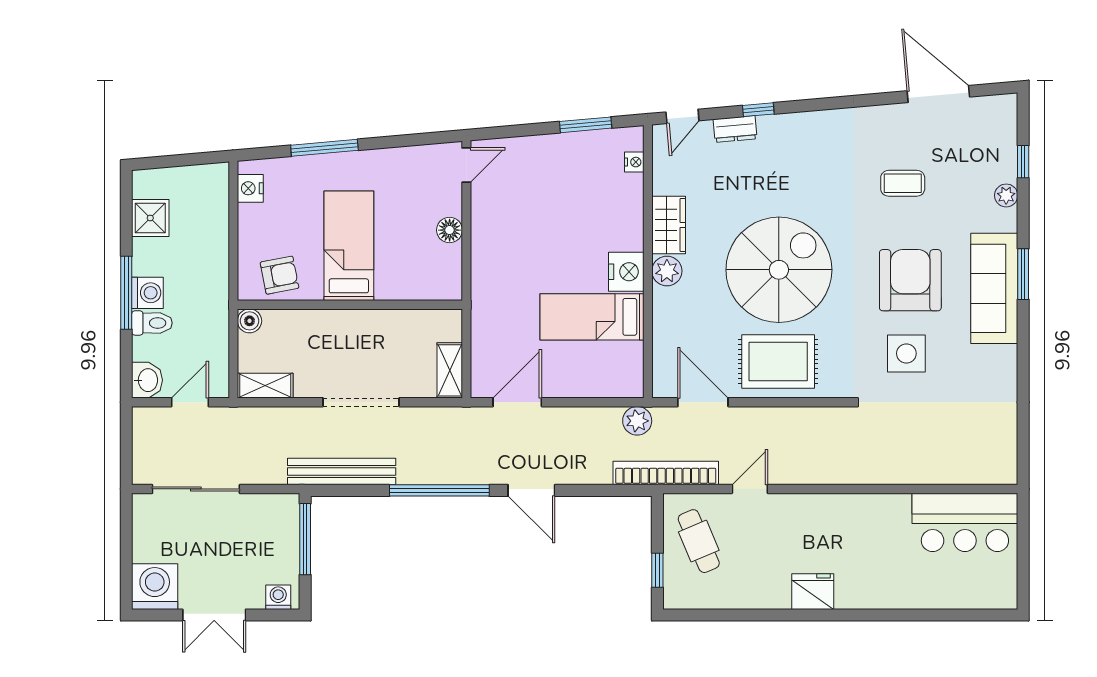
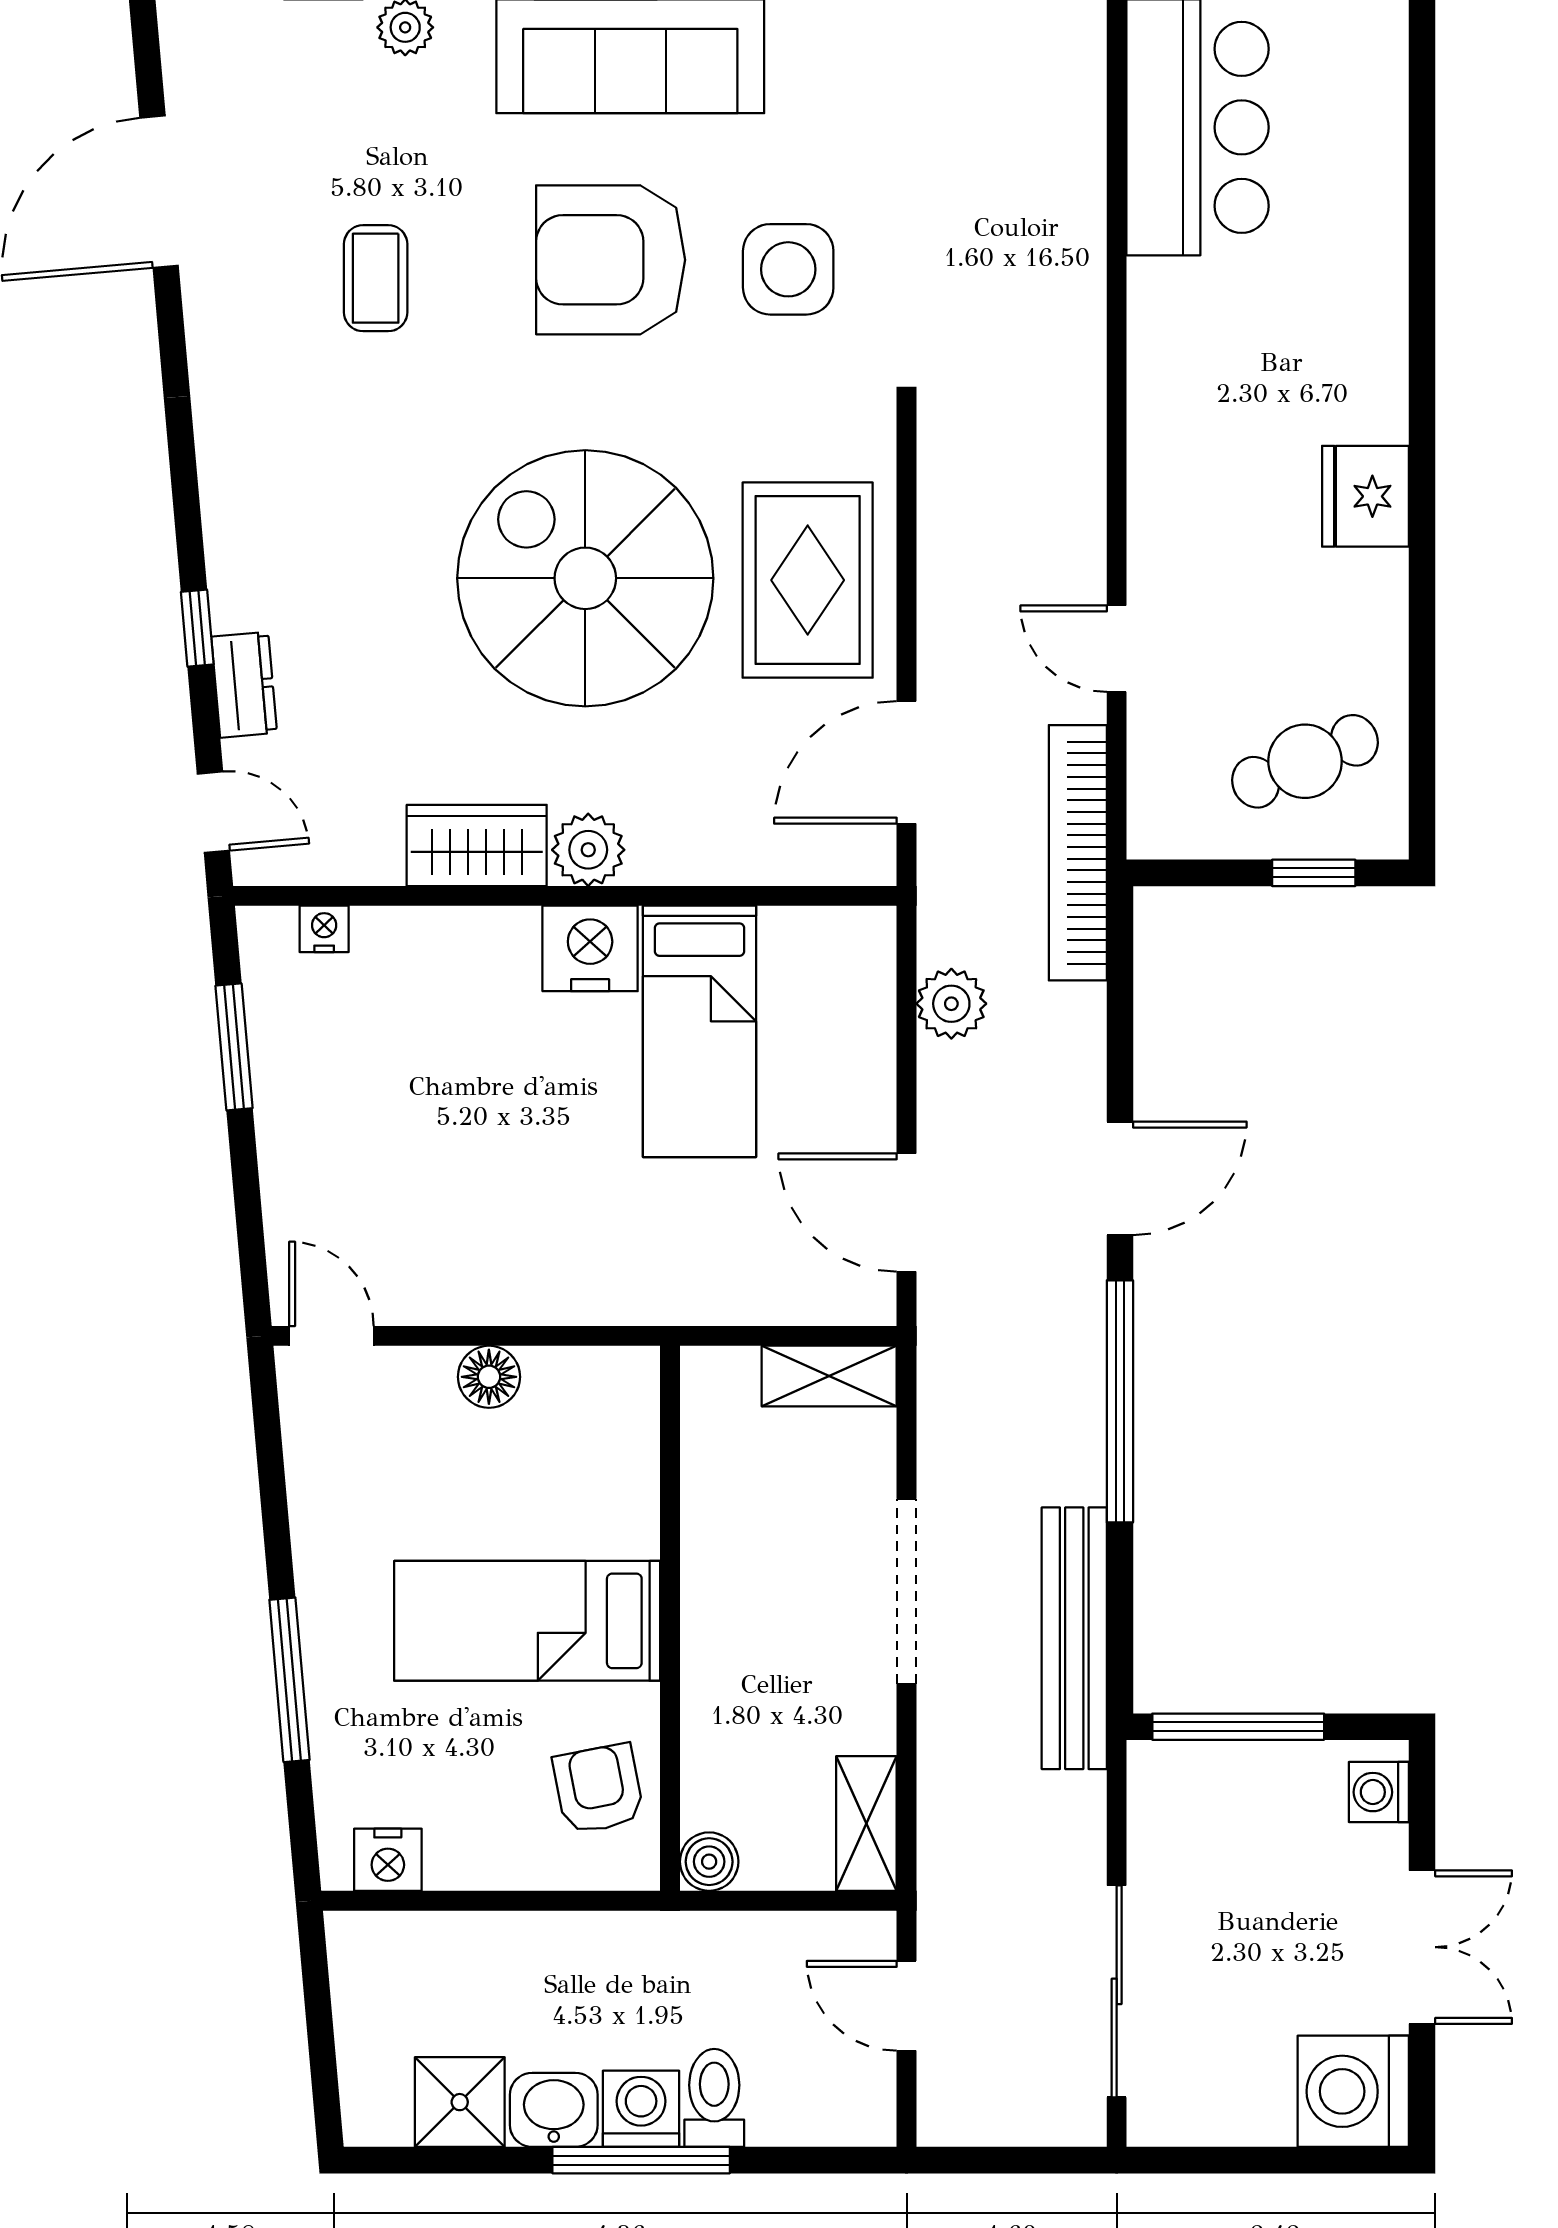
washbasin: (147, 380) -> (554, 2110), moved
plant: (637, 421) -> (951, 1004), moved
cafe table: (699, 541) -> (1305, 761), moved

